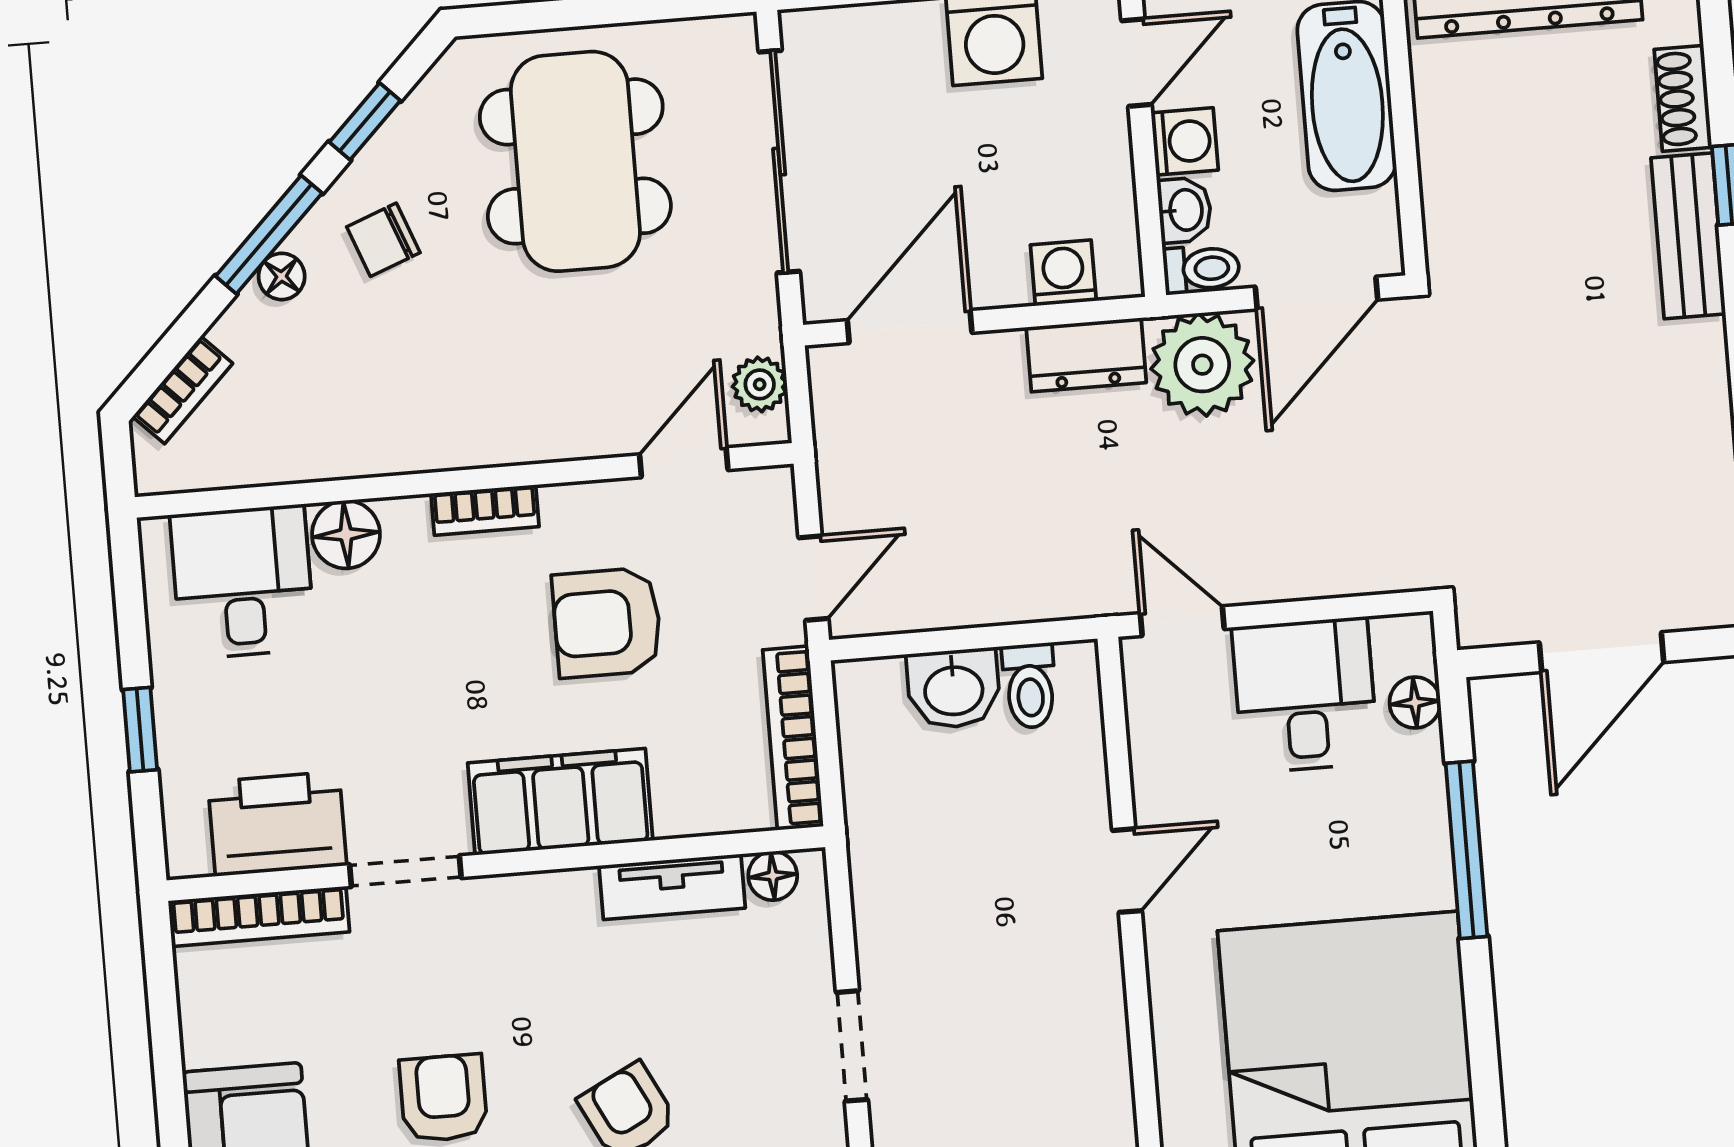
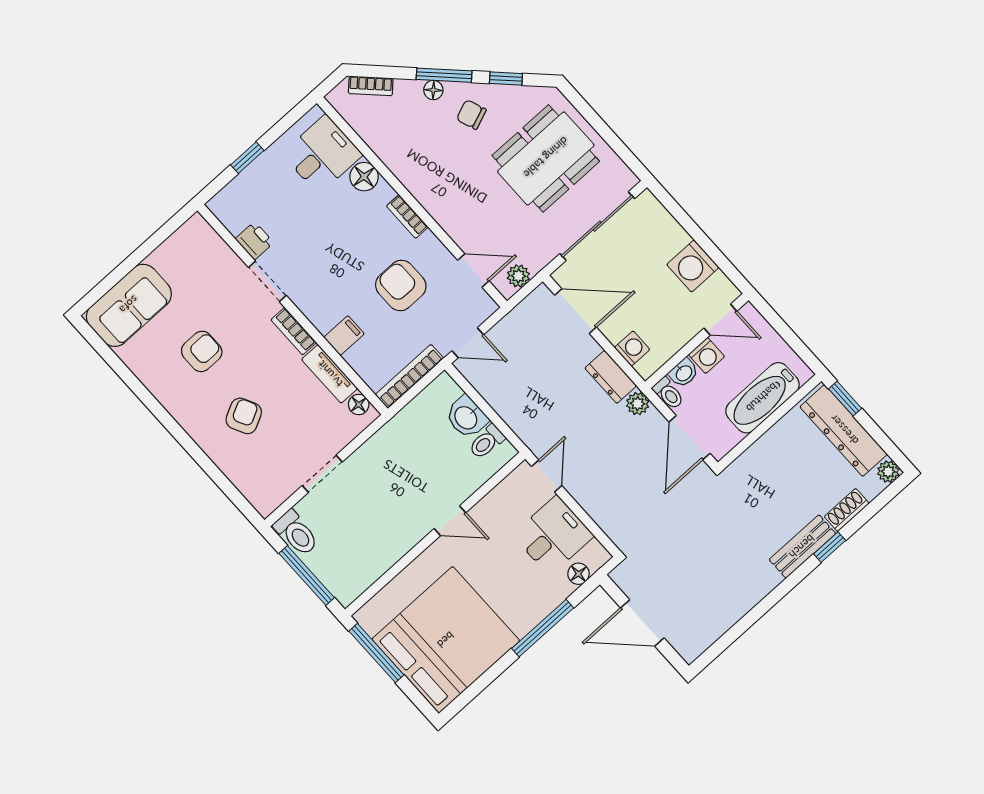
door: (1317, 293) -> (689, 438), hinge flipped
plant: (1202, 365) -> (638, 404), width x0.53, depth x0.53
filing cabinet: (560, 802) -> (344, 336), width x0.33, depth x0.86
printer: (277, 824) -> (254, 241), width x0.53, depth x0.68
bookcase: (259, 916) -> (294, 331), moved, width x0.64

